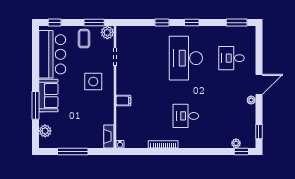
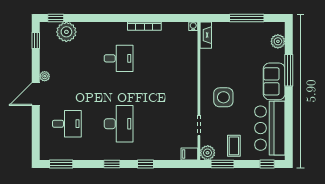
desk: (186, 58) -> (119, 124), width x0.73, depth x0.77
filing cabinet: (123, 101) -> (189, 154), moved
plant: (236, 143) -> (66, 32), width x1.87, depth x1.87

